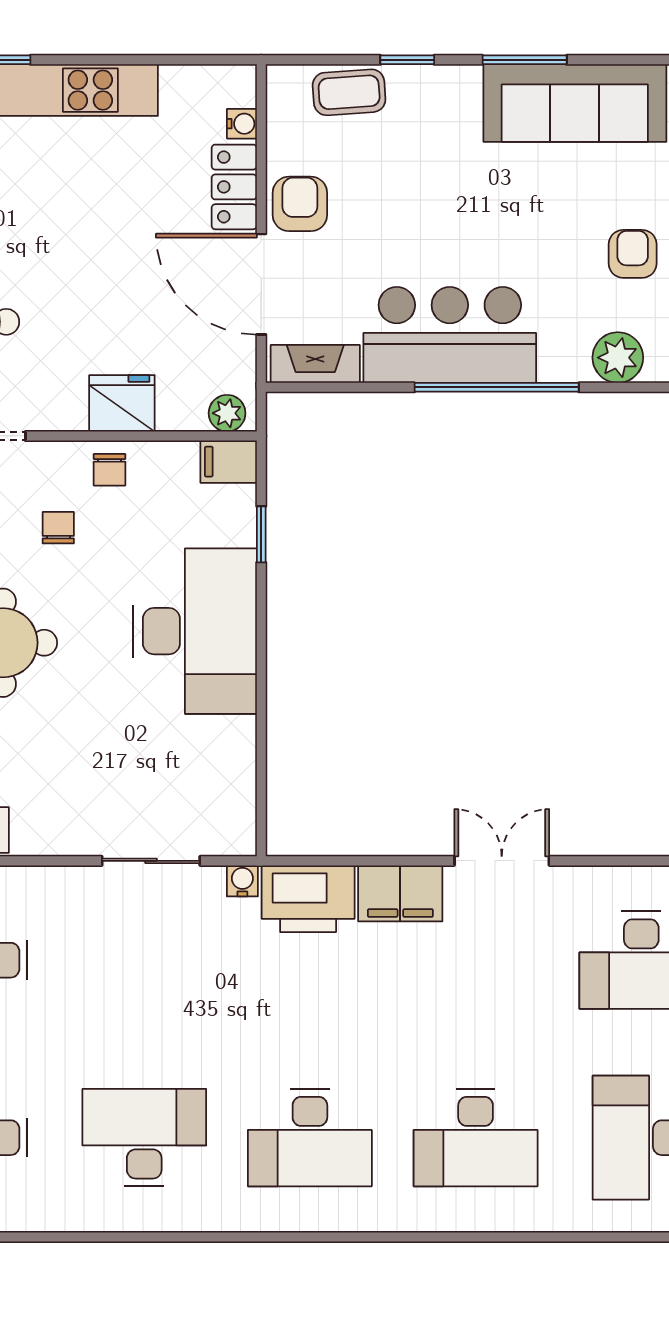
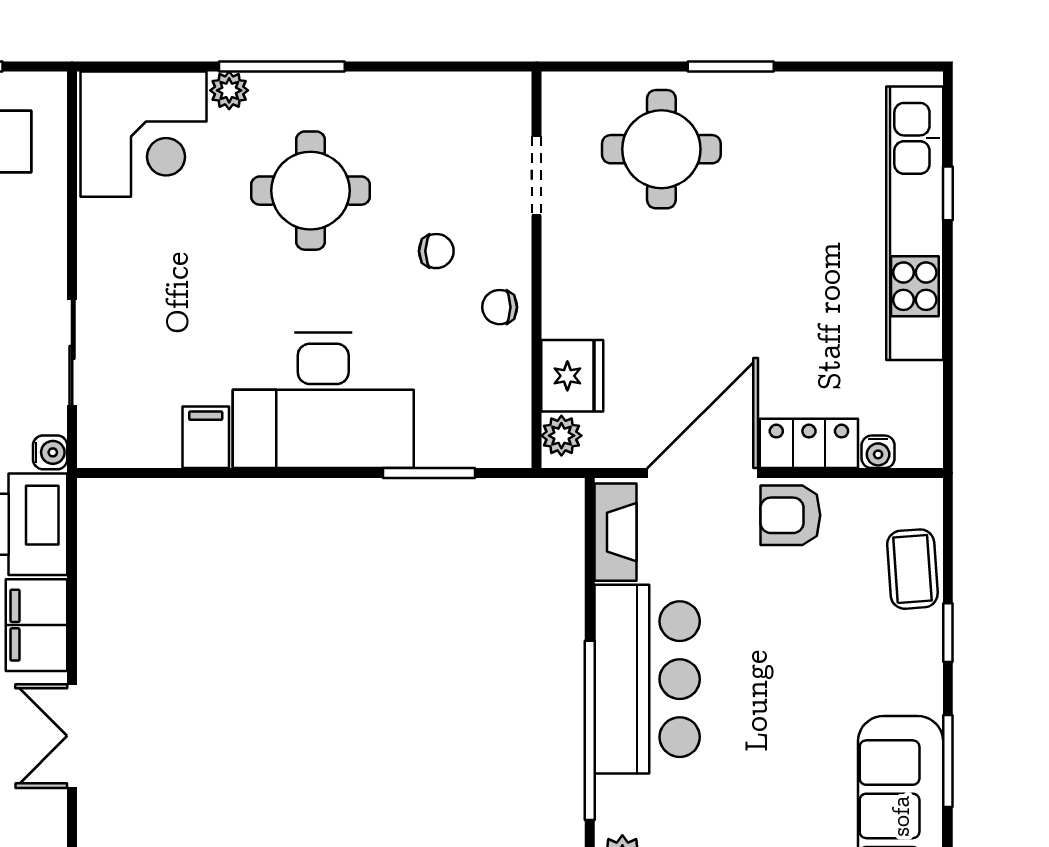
armchair: (300, 204) -> (790, 515), turned 180
fridge: (122, 403) -> (572, 376), moved
filing cabinet: (229, 462) -> (206, 437), moved
window: (261, 534) -> (429, 473), width x1.50
double door: (502, 861) -> (72, 736), swing flipped

